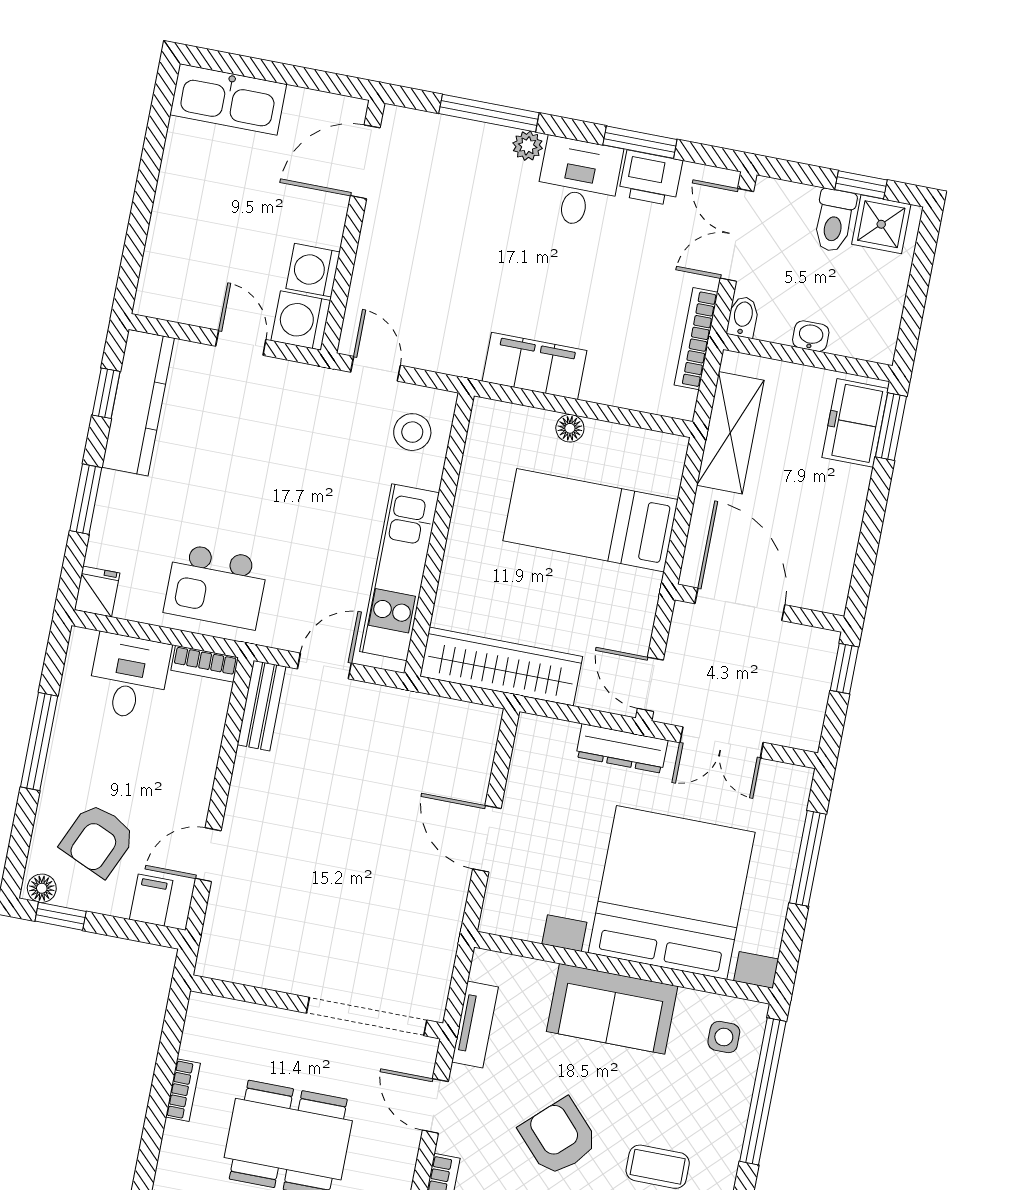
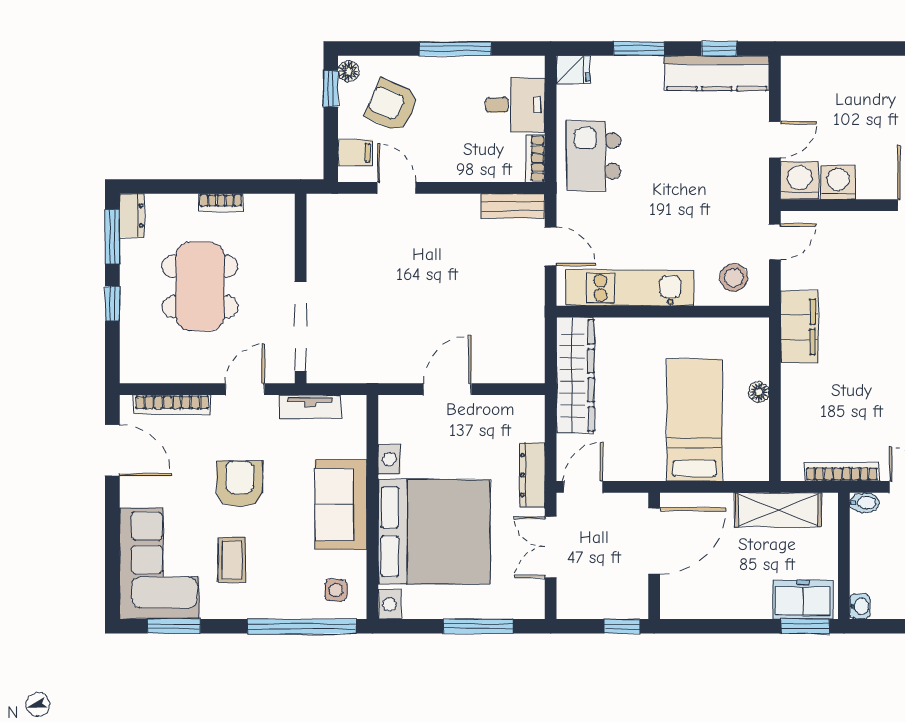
washbasin: (811, 336) -> (860, 606), moved
filing cabinet: (534, 366) -> (799, 327), moved
armchair: (559, 1137) -> (240, 484), turned -47

